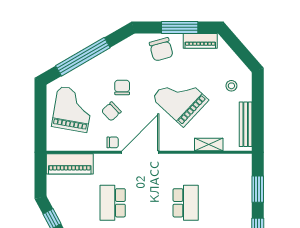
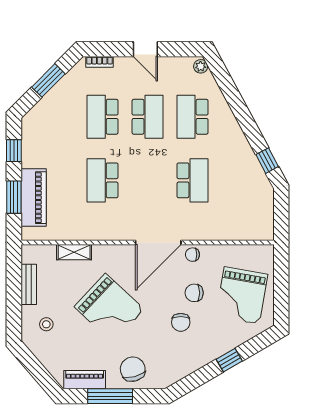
window: (83, 57) -> (229, 360), width x0.32
chair: (111, 111) -> (194, 293), turned -137
bench: (246, 124) -> (29, 284), width x0.73
piano: (70, 164) -> (34, 198), moved, turned 90

